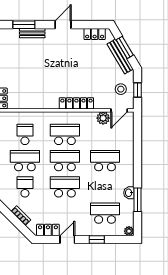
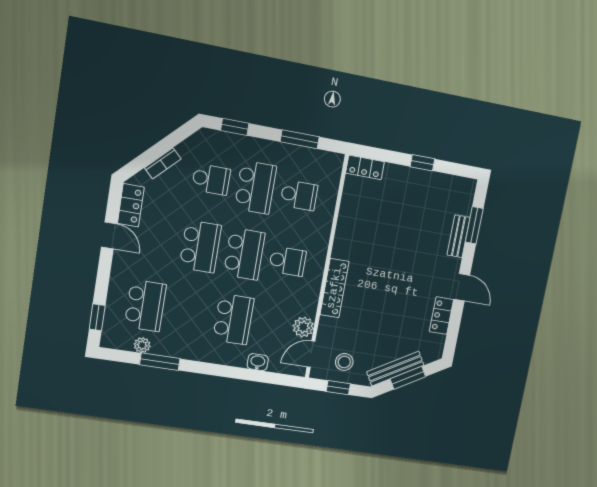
locker: (95, 34) -> (441, 316), moved
door: (119, 110) -> (311, 354), hinge flipped
school desk: (65, 134) -> (288, 261), width x0.54
washbasin: (129, 193) -> (258, 362), moved
plant: (129, 231) -> (142, 345), moved
window: (97, 240) -> (97, 317), moved

